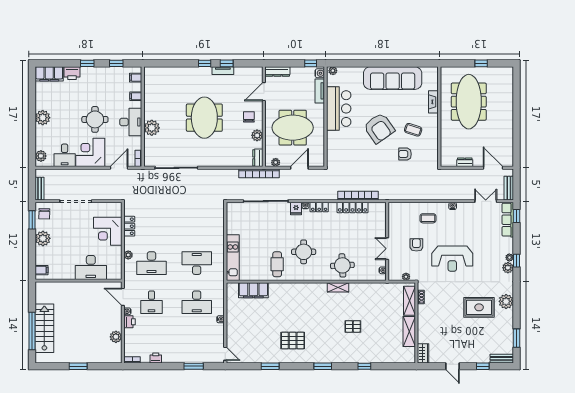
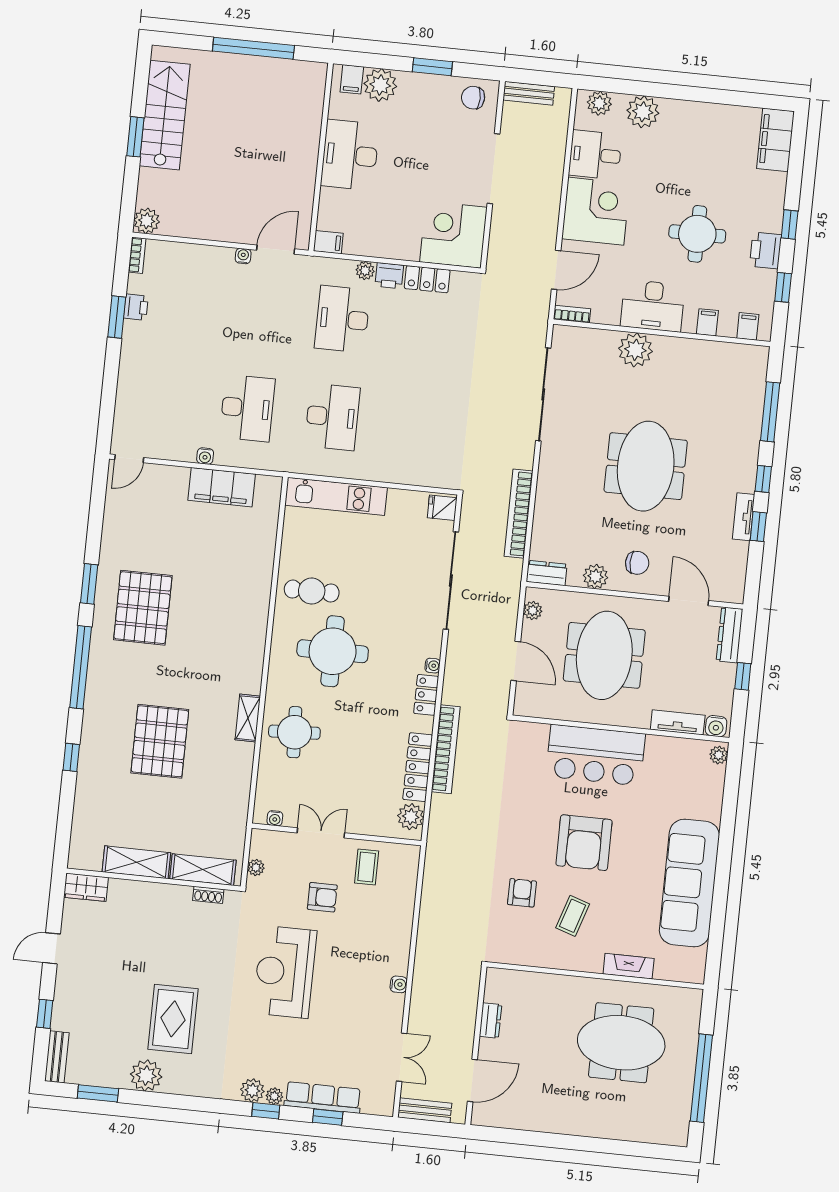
window: (174, 63) -> (770, 412), added
window: (311, 63) -> (743, 676), moved
window: (481, 63) -> (701, 1078), width x3.17
printer: (72, 73) -> (766, 250), moved
meeting table: (469, 102) -> (621, 1043), width x0.73
bar counter: (339, 109) -> (596, 755), moved
plant: (43, 118) -> (643, 112), moved
meeting table: (204, 118) -> (646, 466), turned 90
round table: (95, 119) -> (697, 234), moved
armchair: (379, 128) -> (584, 843), turned -55
door: (119, 168) -> (556, 270), hinge flipped
bookcase: (259, 173) -> (519, 514), moved
bookcase: (358, 196) -> (446, 749), moved
plant: (375, 208) -> (411, 817), added
fridge: (296, 209) -> (442, 508), moved
window: (517, 216) -> (328, 1117), moved
coffee table: (428, 218) -> (367, 867), moved
window: (32, 220) -> (432, 67), moved
row of seats: (508, 220) -> (323, 1097), moved
corner desk: (108, 231) -> (453, 235), moved
plant: (43, 238) -> (380, 85), moved
round table: (304, 252) -> (333, 651), width x1.36, depth x1.36
desk: (91, 267) -> (350, 155), moved
filing cabinet: (117, 273) -> (328, 242), added
filing cabinet: (253, 290) -> (222, 487), moved, turned -90
plant: (506, 301) -> (146, 1075), moved
desk: (152, 302) -> (257, 310), removed
desk: (197, 302) -> (247, 408), turned 180
printer: (129, 322) -> (389, 276), moved
pallet: (353, 326) -> (160, 741), width x2.05, depth x2.00
stairs: (44, 328) -> (165, 115), moved, turned -90
window: (32, 331) -> (253, 48), moved
plant: (116, 337) -> (147, 221), moved
pallet: (293, 341) -> (143, 608), width x1.37, depth x1.41
window: (194, 366) -> (117, 317), moved
window: (270, 366) -> (89, 584), moved
window: (323, 366) -> (81, 667), width x2.11

